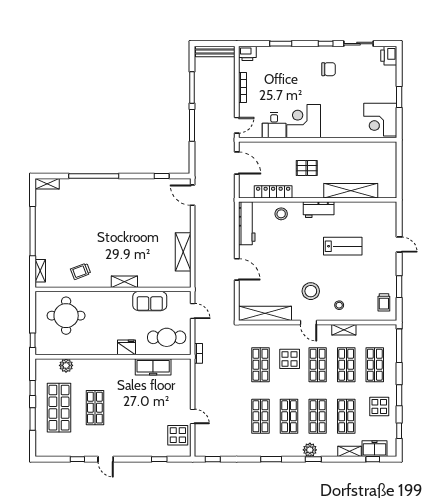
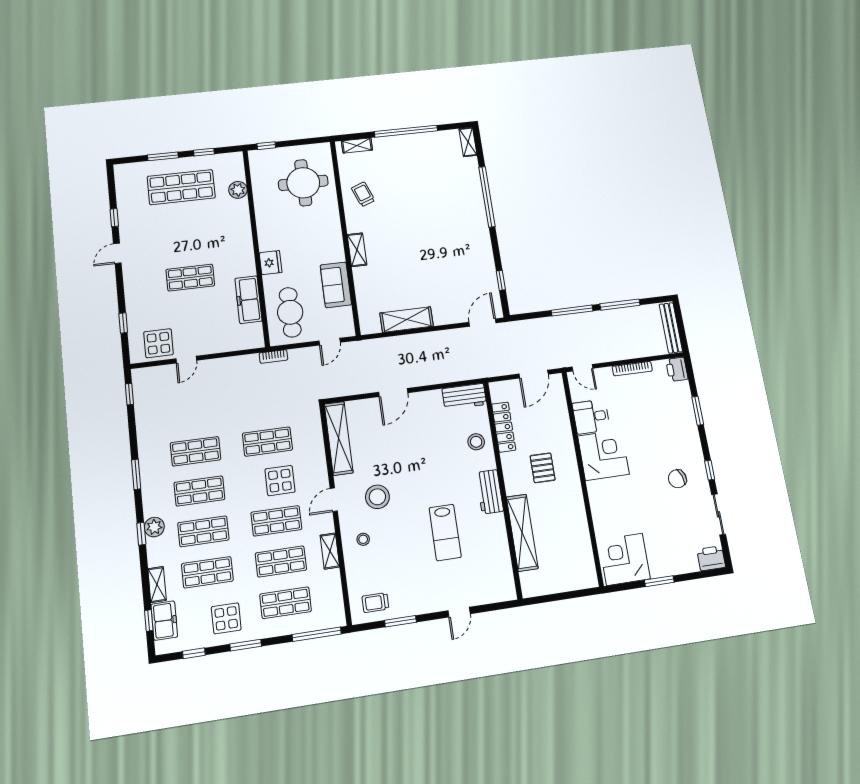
chair: (329, 69) -> (677, 479), turned 71
workbench: (247, 223) -> (464, 397), width x0.73
shop shelf: (95, 408) -> (190, 278), moved

